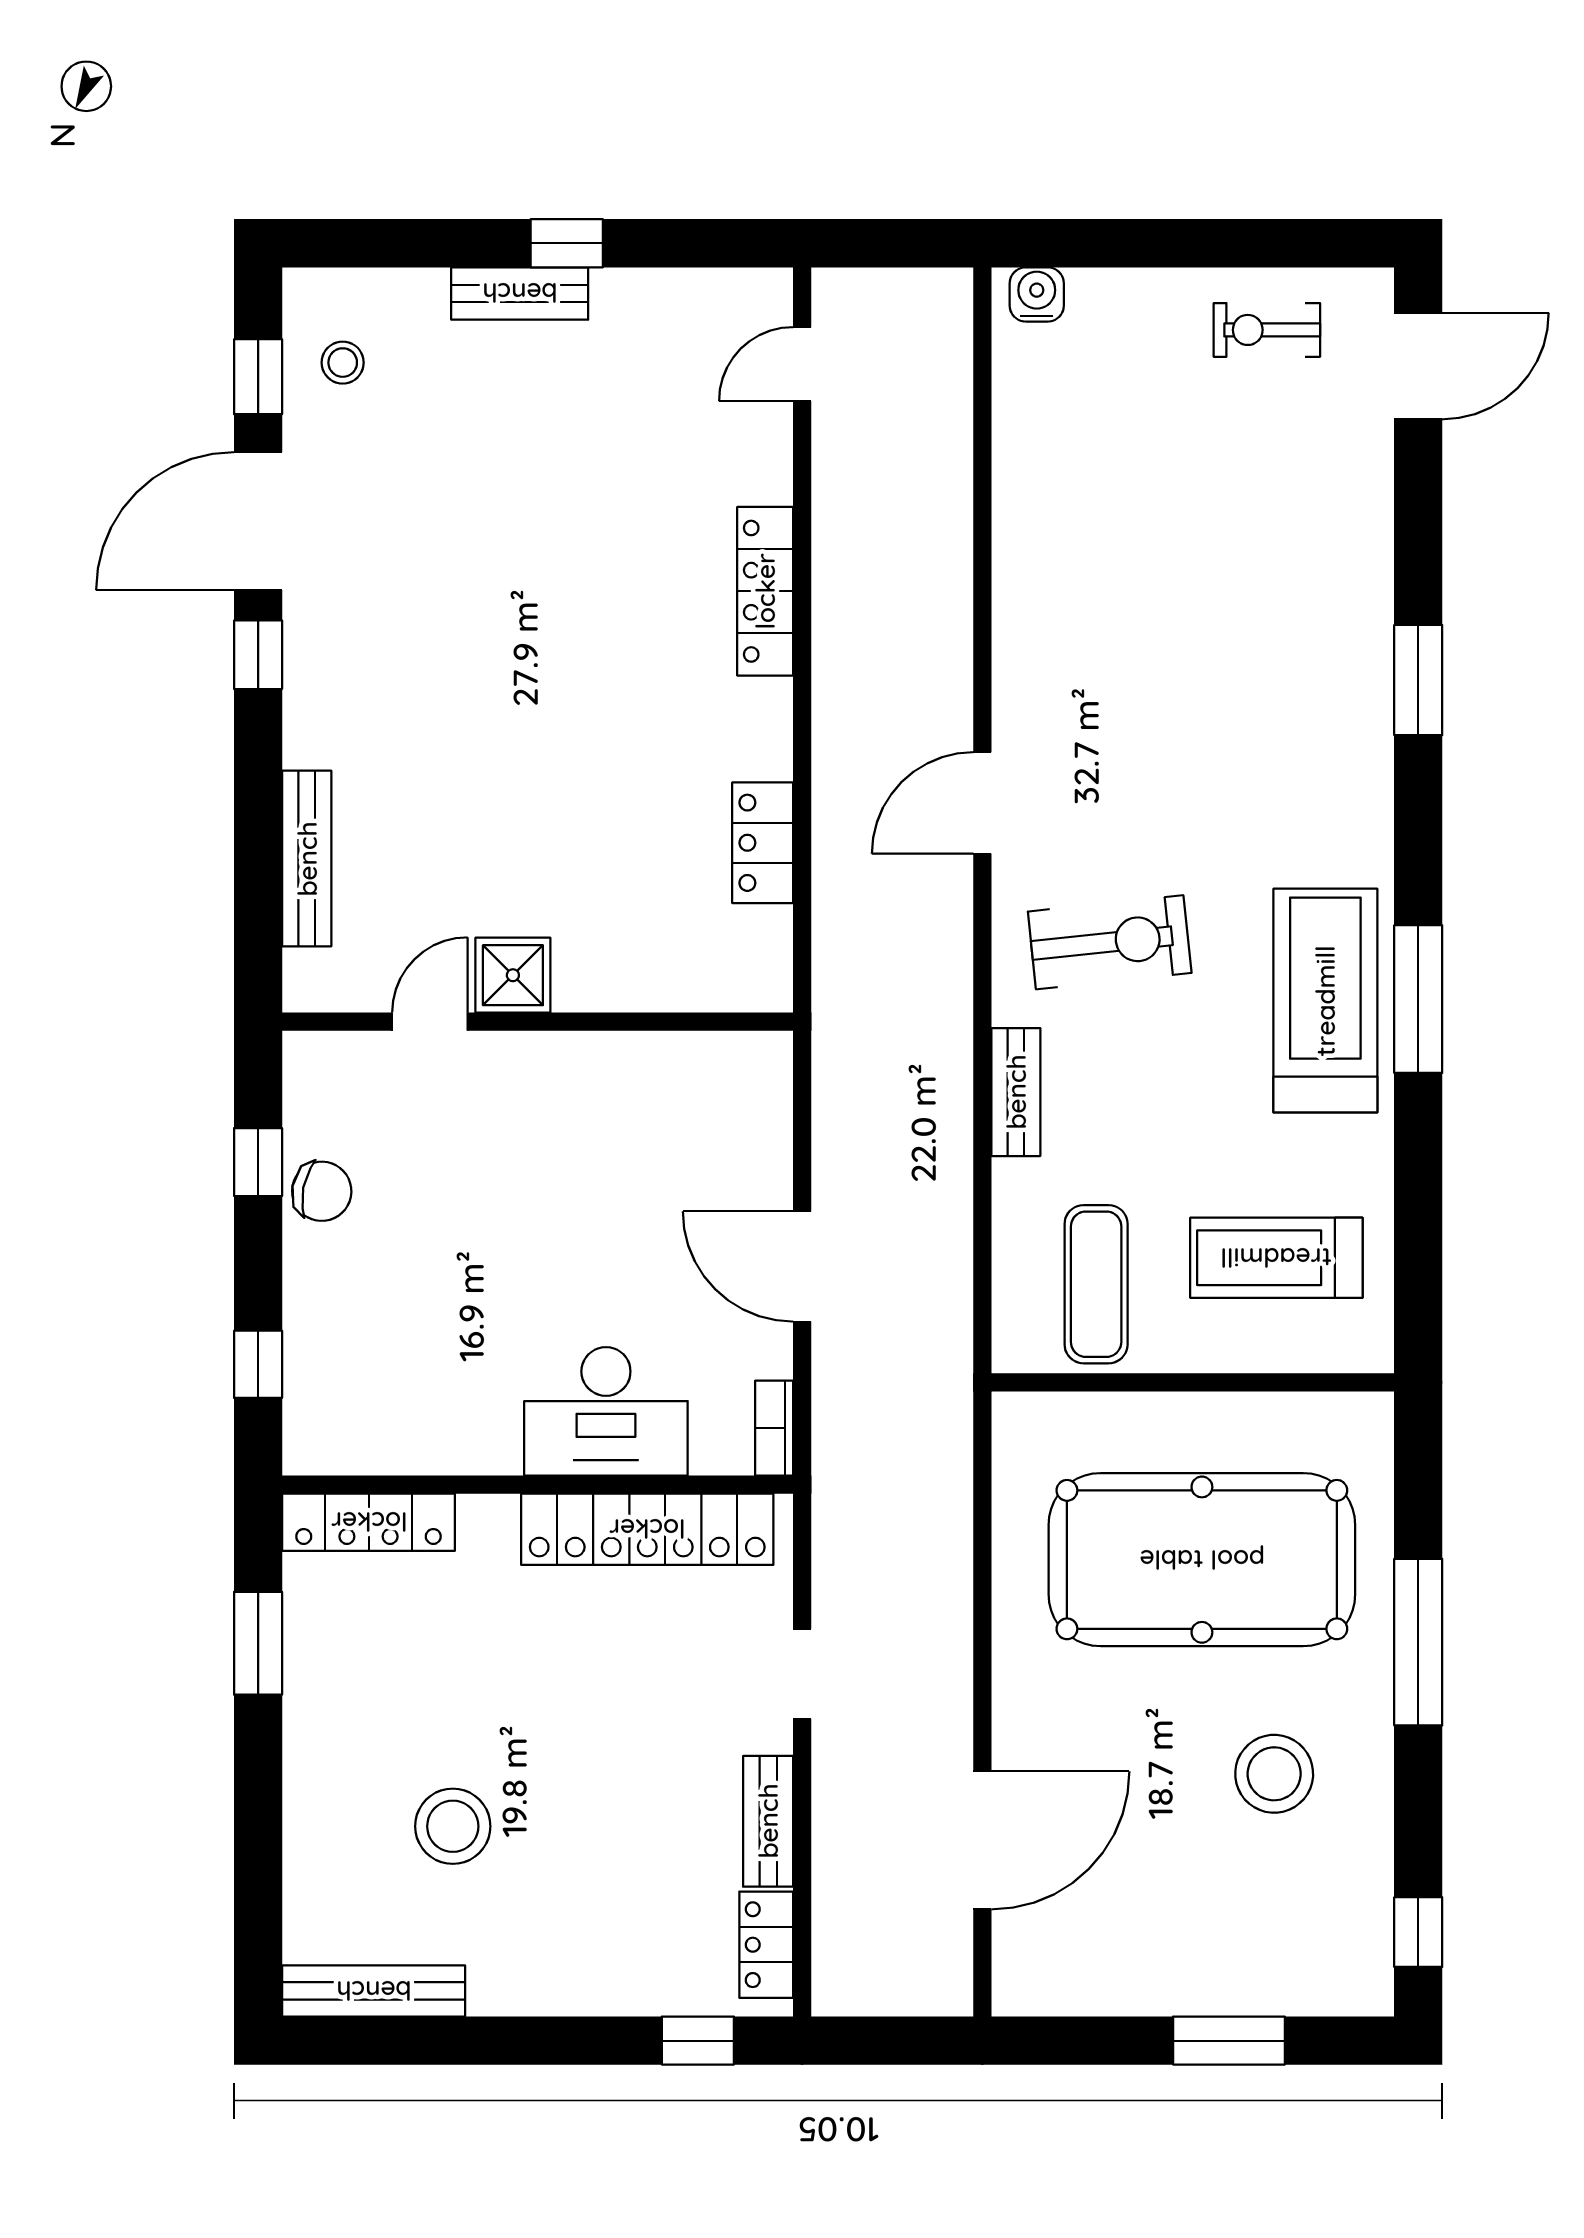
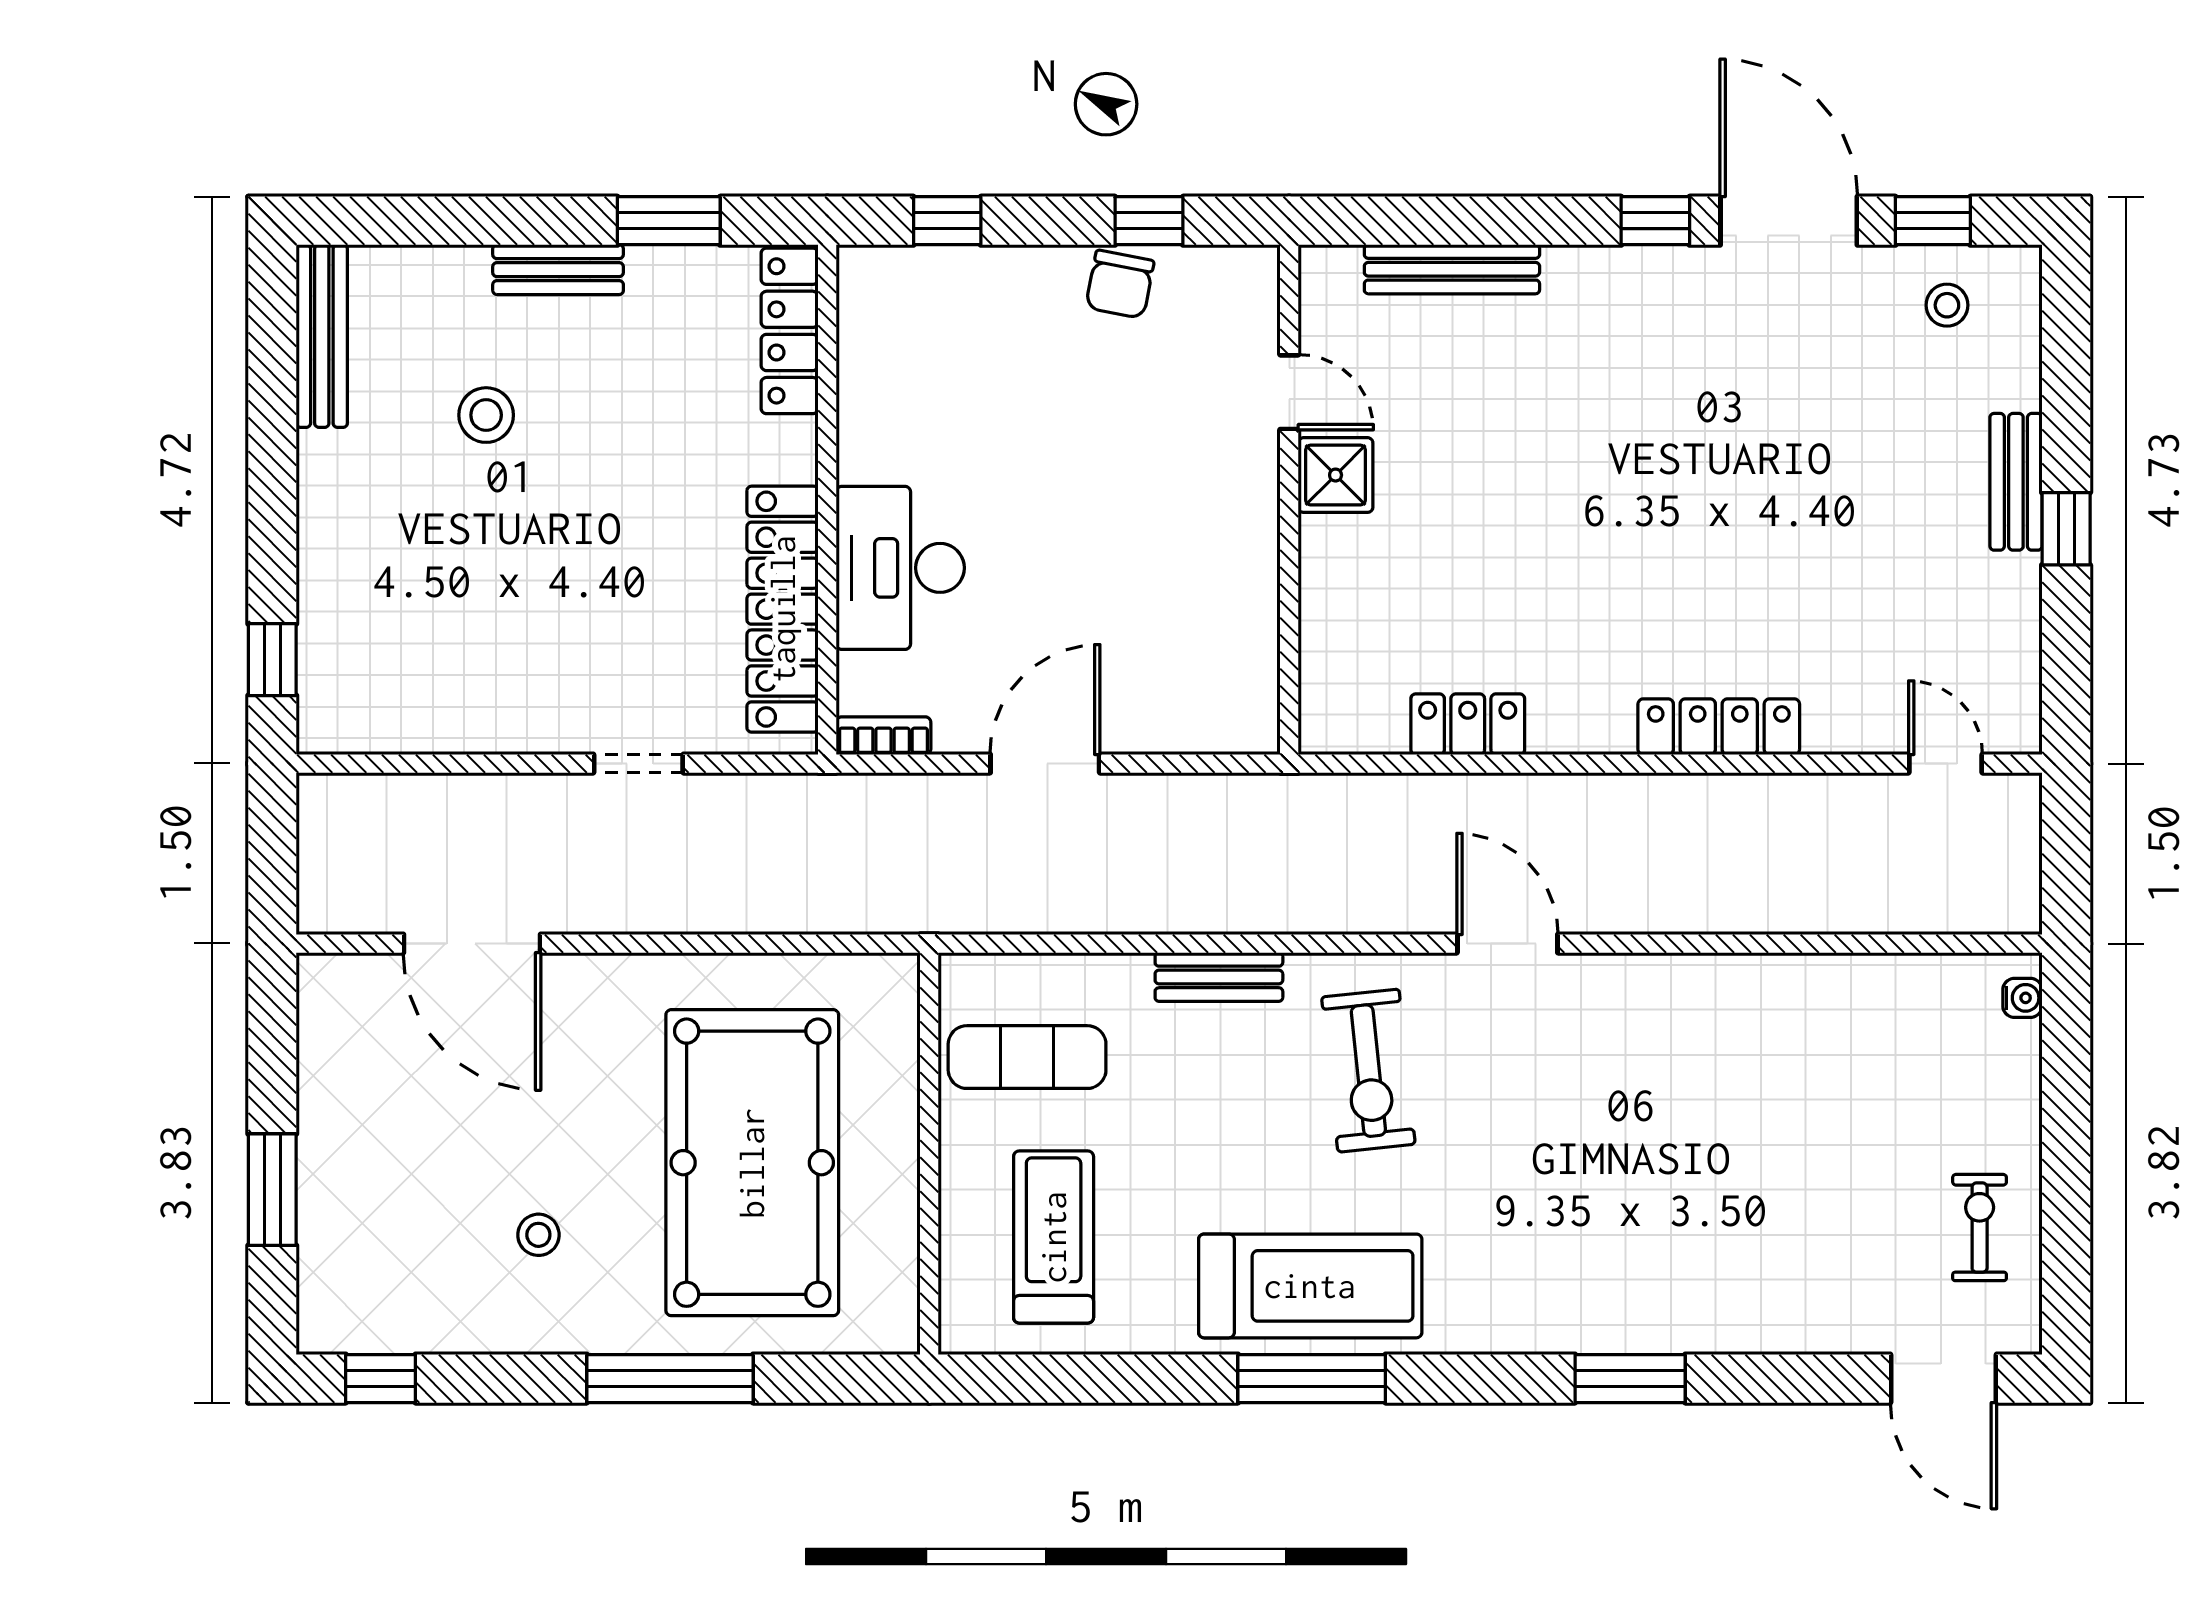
water cooler: (1037, 294) -> (2022, 998), width x0.72, depth x0.72
stool: (1274, 1774) -> (538, 1235), width x0.53, depth x0.53
bench: (768, 1821) -> (558, 270), moved
stool: (453, 1826) -> (486, 415), width x0.73, depth x0.73
locker: (766, 1945) -> (368, 728), removed

